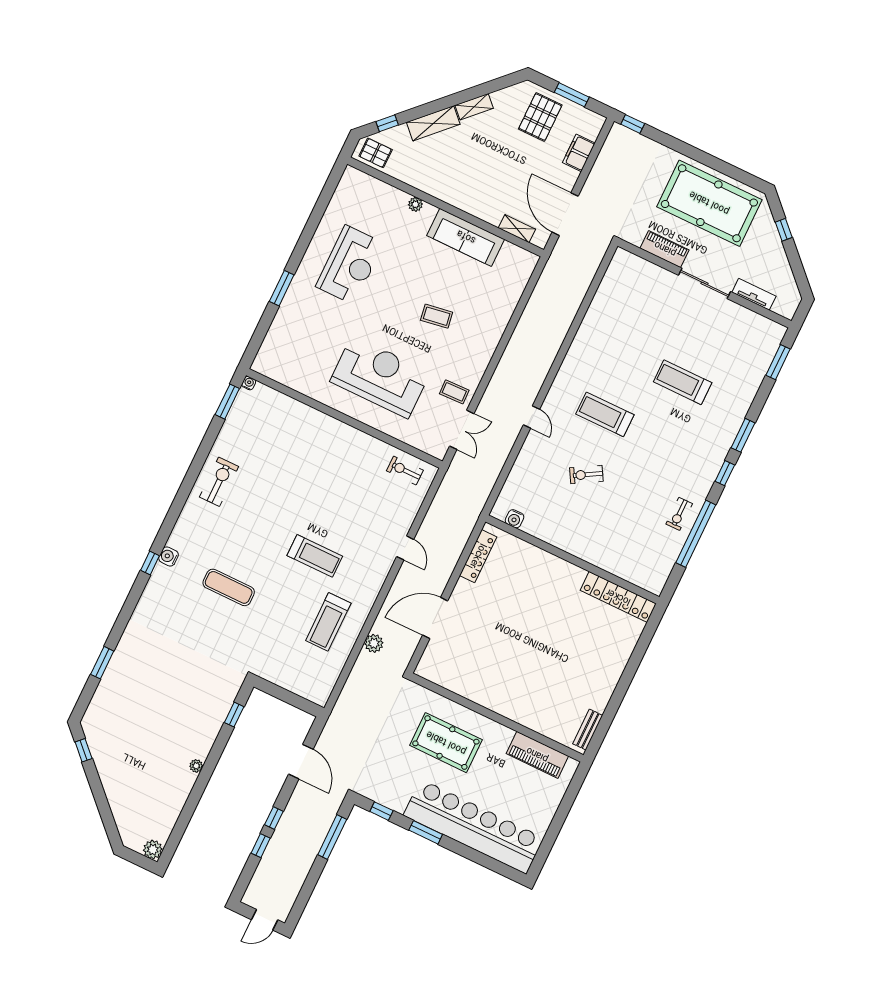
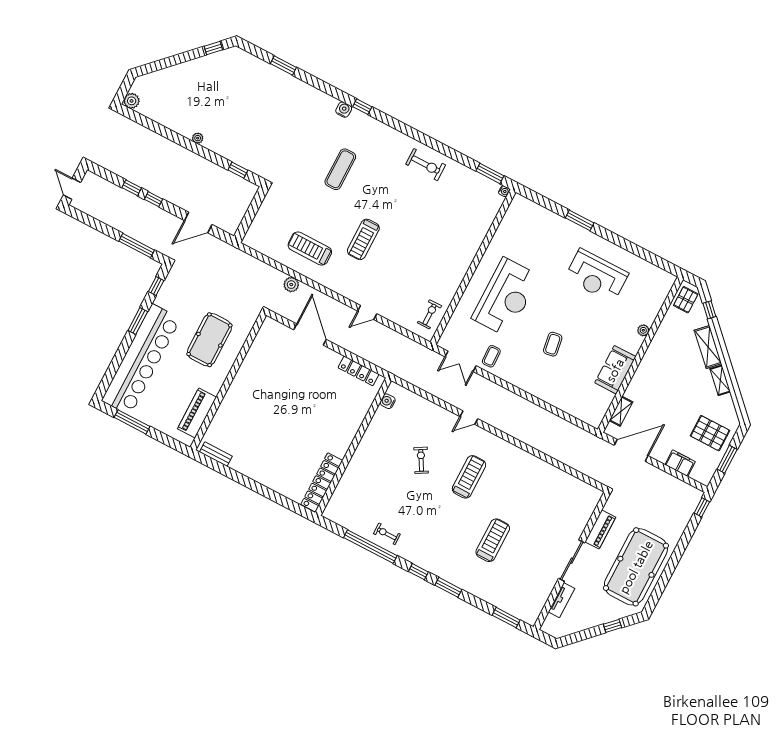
sofa: (466, 237) -> (615, 370), width x0.73
water cooler: (169, 556) -> (344, 110), moved
window: (551, 835) -> (132, 422), added

